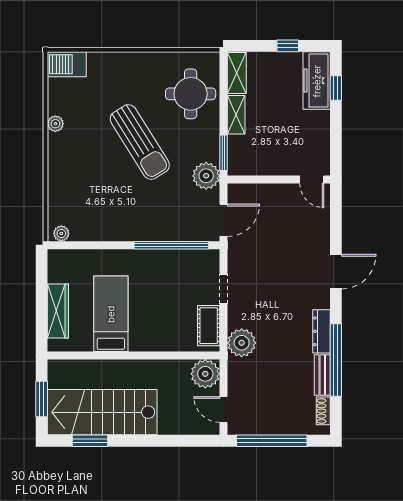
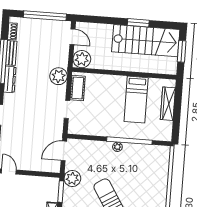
plant: (61, 233) -> (117, 147), moved
window: (171, 245) -> (129, 141), moved
window: (90, 441) -> (138, 23), moved

